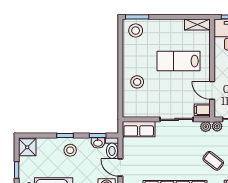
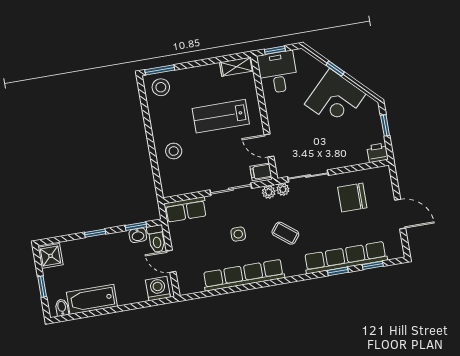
stool: (70, 150) -> (105, 250), removed
side table: (176, 155) -> (238, 234), added

